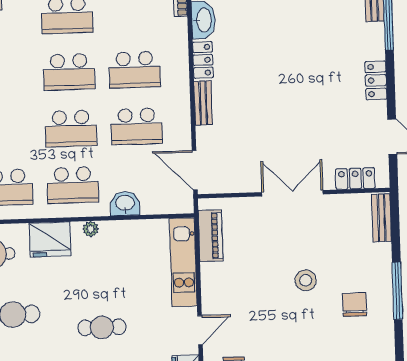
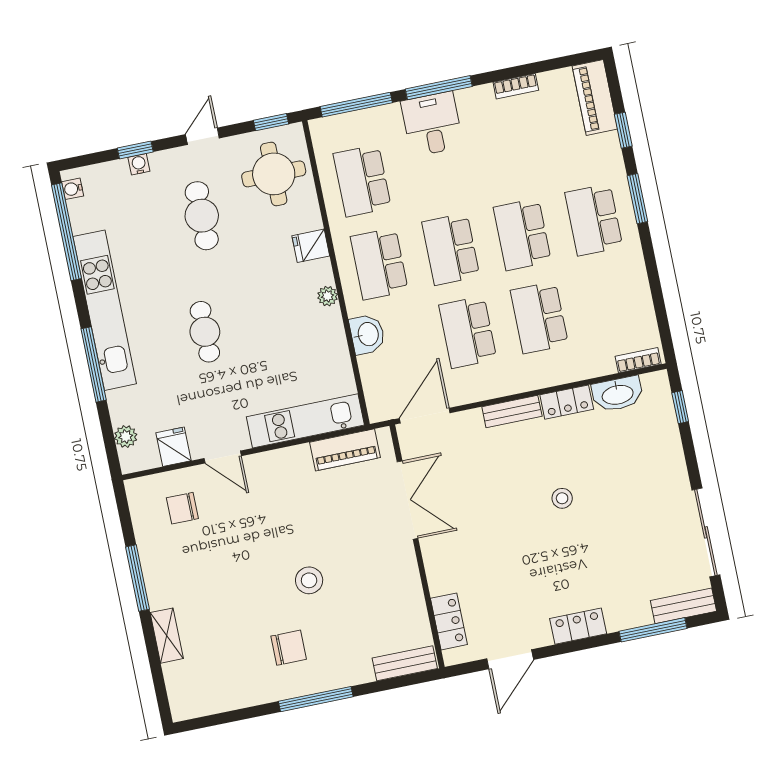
stool: (276, 76) -> (562, 498), added
double door: (292, 193) -> (408, 500), moved
fridge: (50, 239) -> (311, 246), width x0.53, depth x0.75

